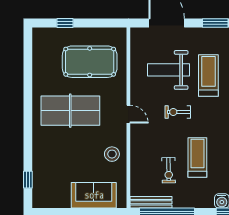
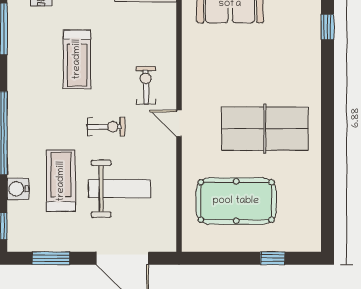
treadmill: (208, 76) -> (61, 181), turned 180
stool: (112, 154) -> (203, 65), removed
exercise bike: (169, 170) -> (146, 85), moved

